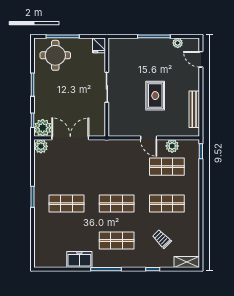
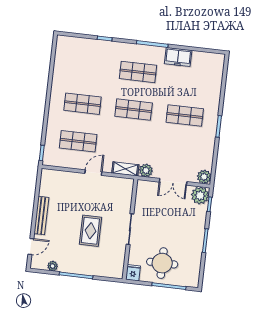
round table: (55, 55) -> (162, 263), moved
door: (201, 59) -> (31, 247), hinge flipped
rug: (155, 96) -> (90, 231), moved
bench: (194, 109) -> (41, 215), moved
double door: (70, 138) -> (173, 182), width x0.73
door: (149, 138) -> (93, 173), hinge flipped
plant: (172, 146) -> (146, 170), moved
trolley: (162, 239) -> (92, 68), removed
shelving: (187, 262) -> (125, 169), moved

